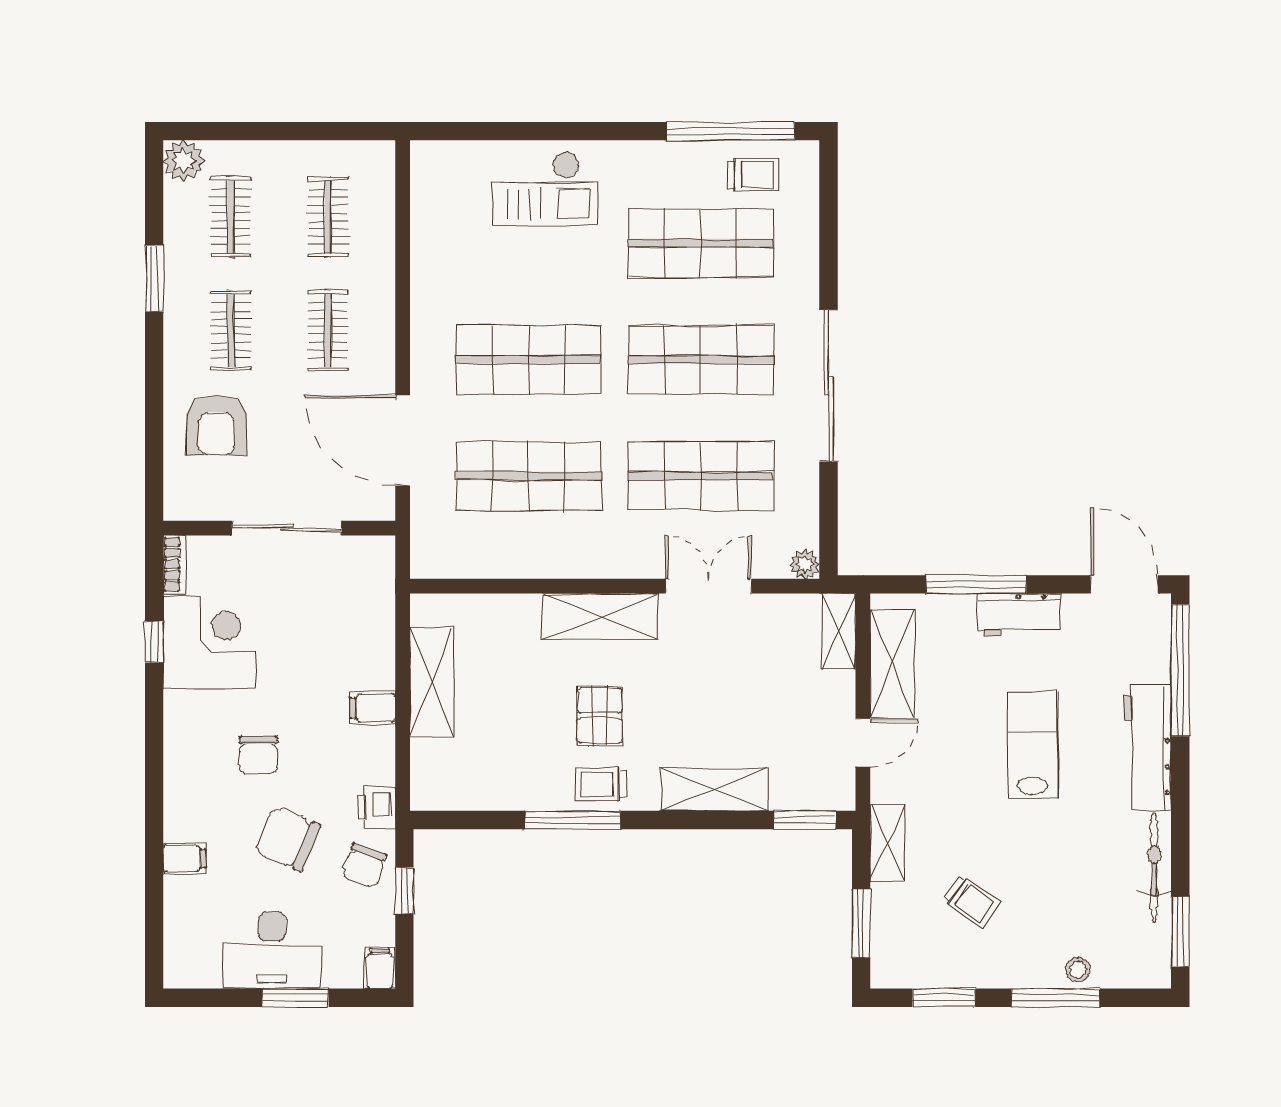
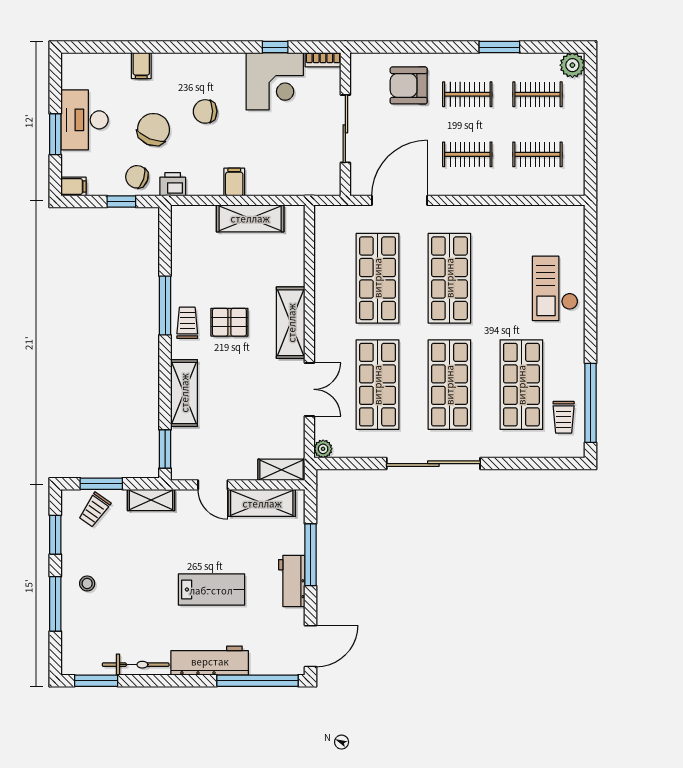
trolley: (972, 901) -> (94, 510), moved
stool: (1078, 970) -> (87, 583), moved

